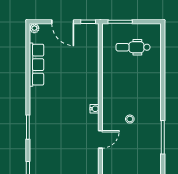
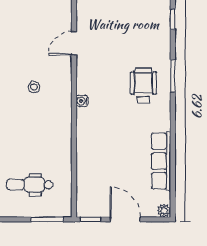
dental chair: (133, 47) -> (30, 185), turned 180
wheelchair: (49, 120) -> (143, 86), added
door: (100, 139) -> (74, 43), moved

